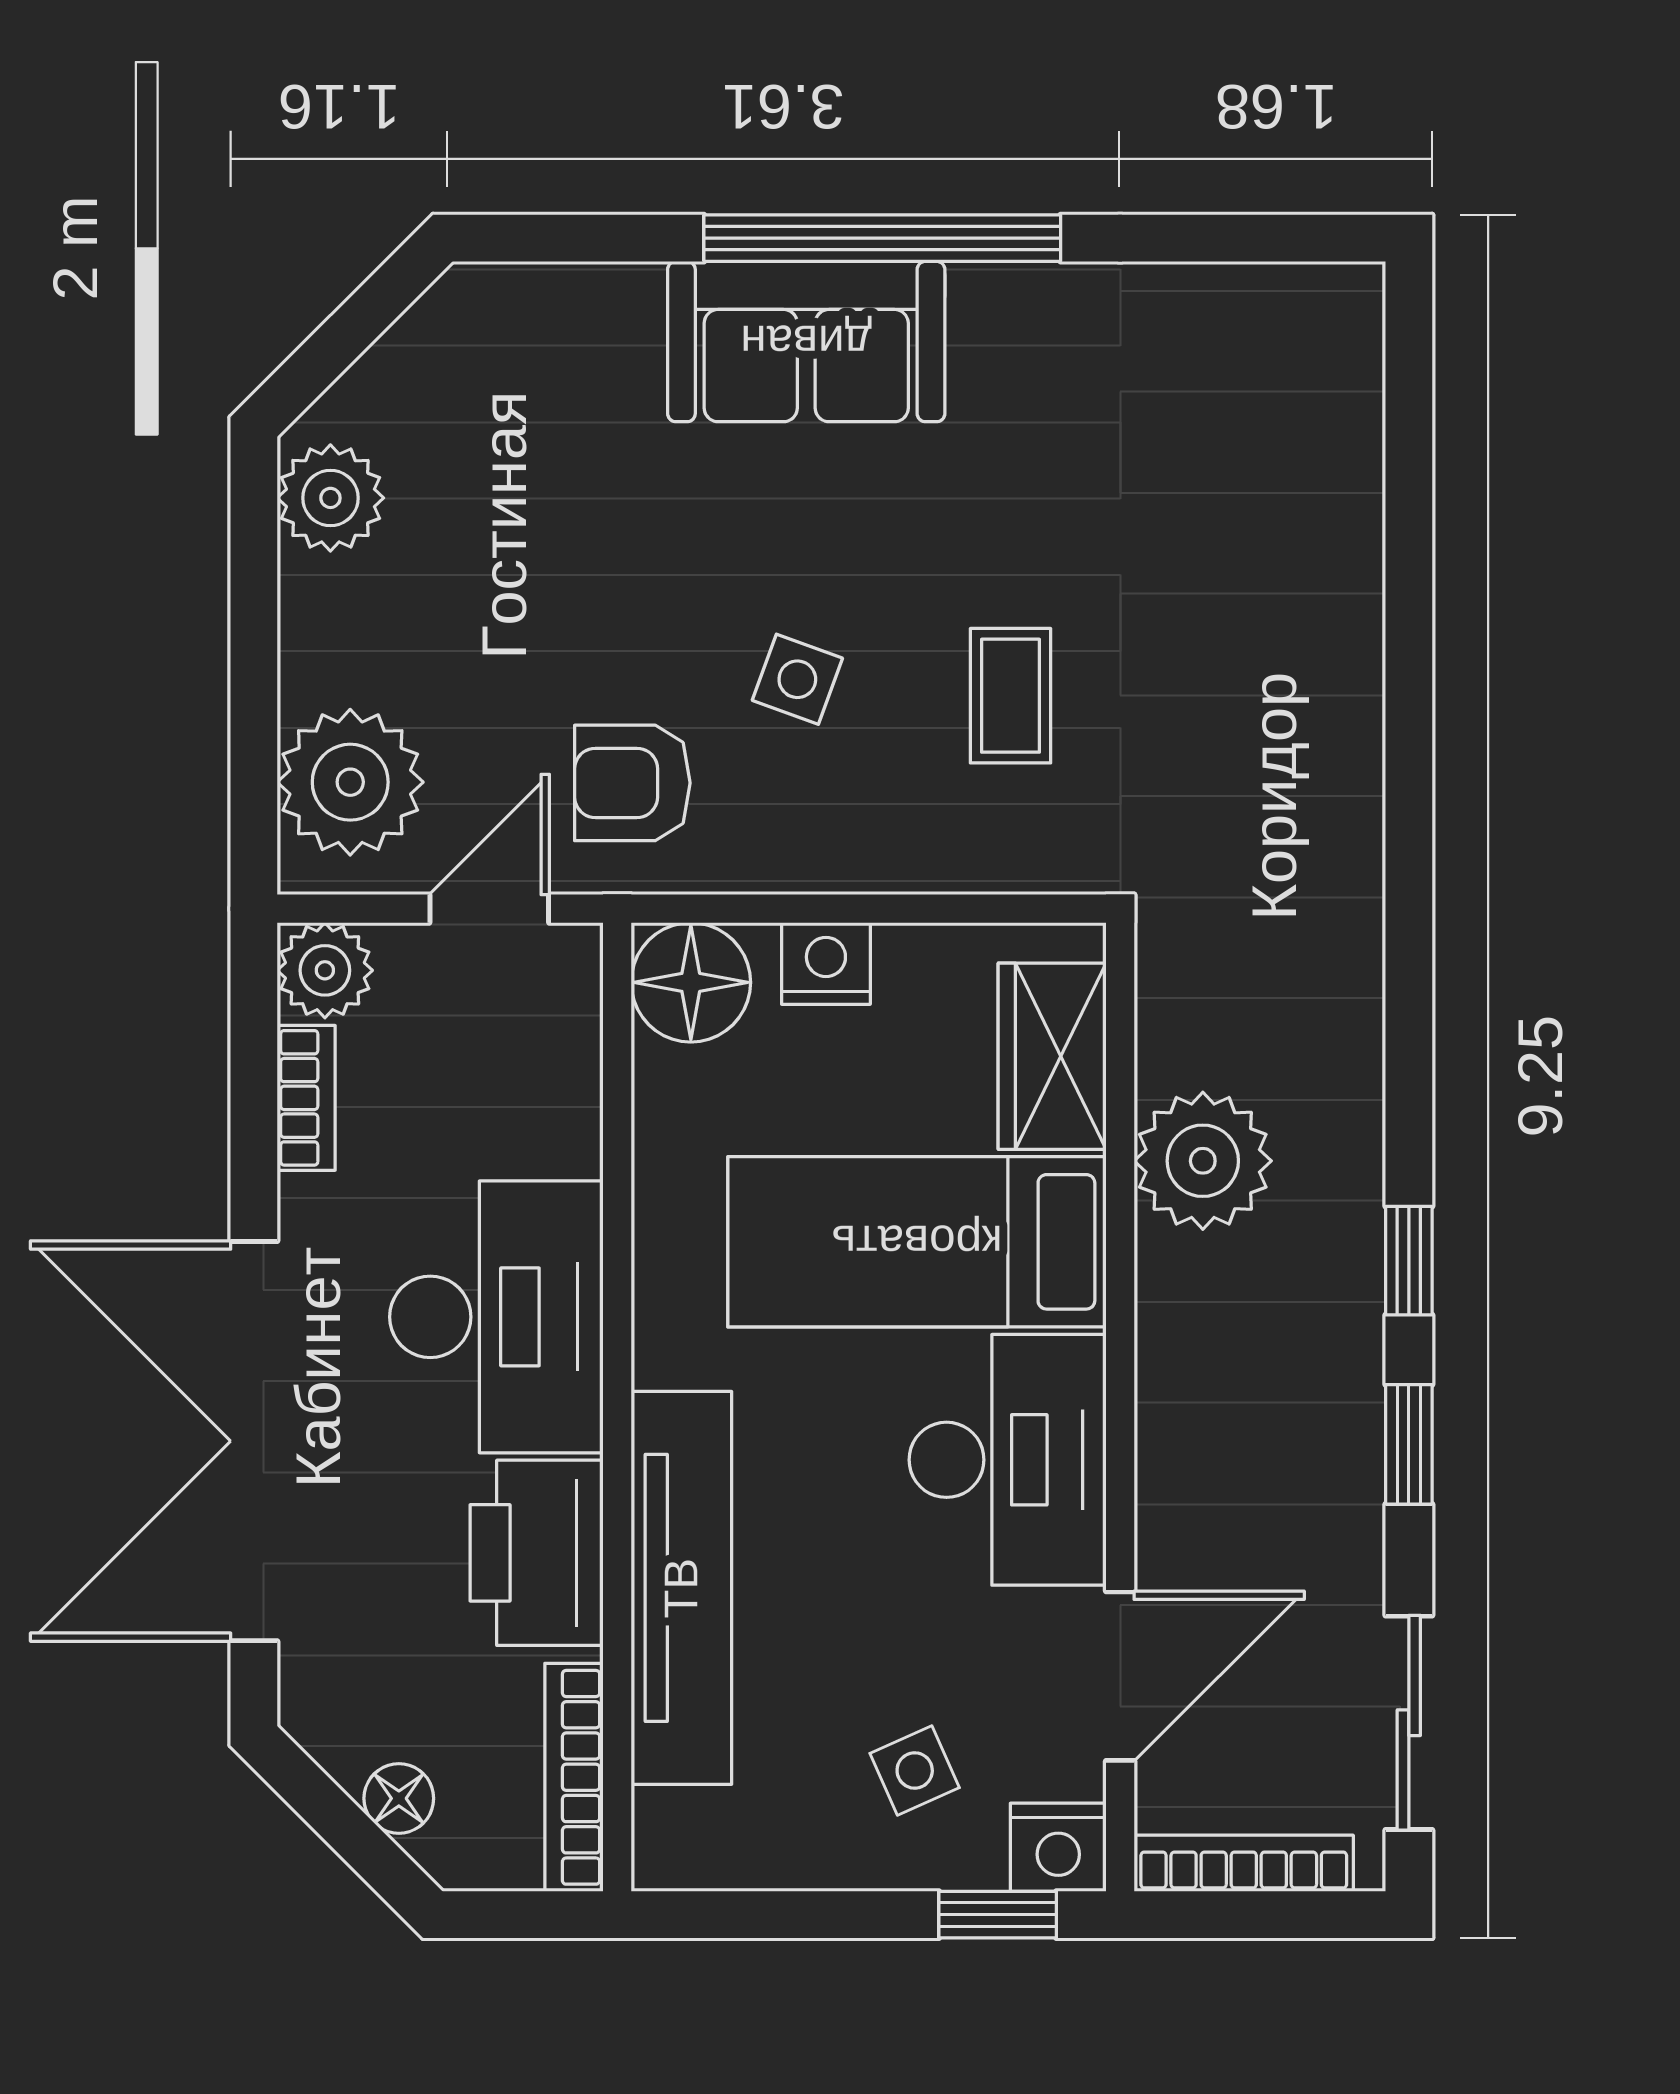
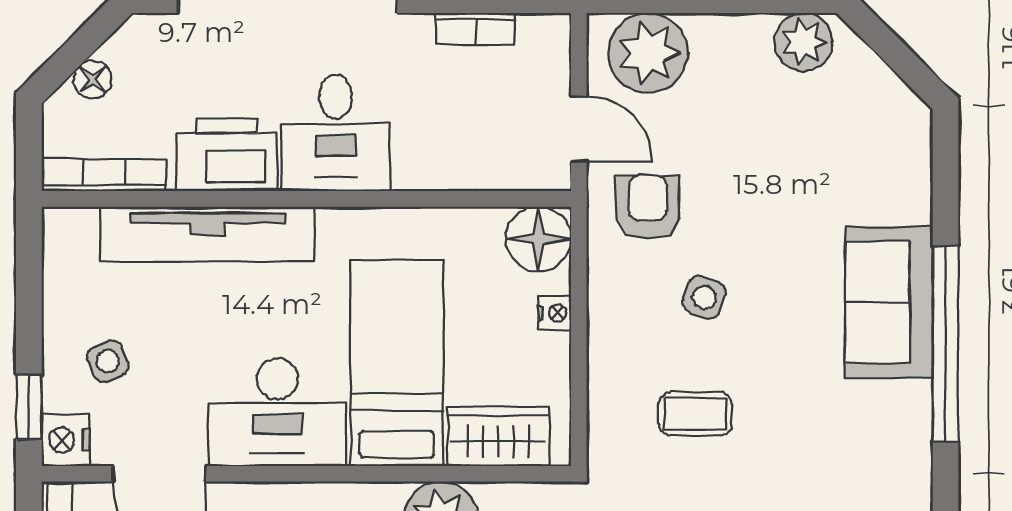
nightstand: (826, 963) -> (555, 313), width x0.72, depth x0.74
plant: (325, 970) -> (545, 39), removed
desk: (496, 1317) -> (336, 133), width x0.73

